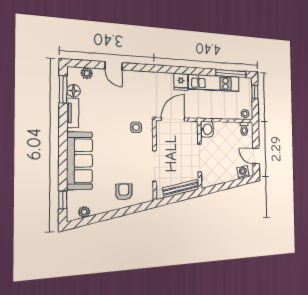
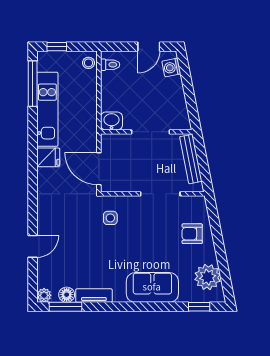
plant: (87, 73) -> (44, 295), moved
sofa: (80, 161) -> (152, 287), width x0.73
plant: (84, 212) -> (208, 277), width x1.88, depth x1.88

